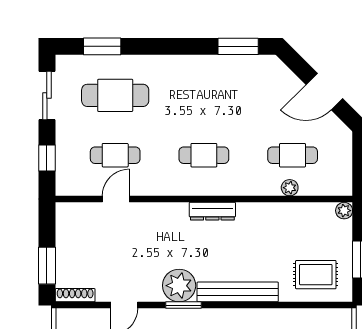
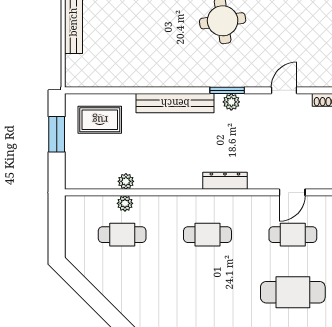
door: (324, 92) -> (92, 296), removed
dresser: (212, 211) -> (225, 181), moved
plant: (344, 211) -> (126, 181), moved
plant: (179, 286) -> (231, 102), width x0.53, depth x0.53

